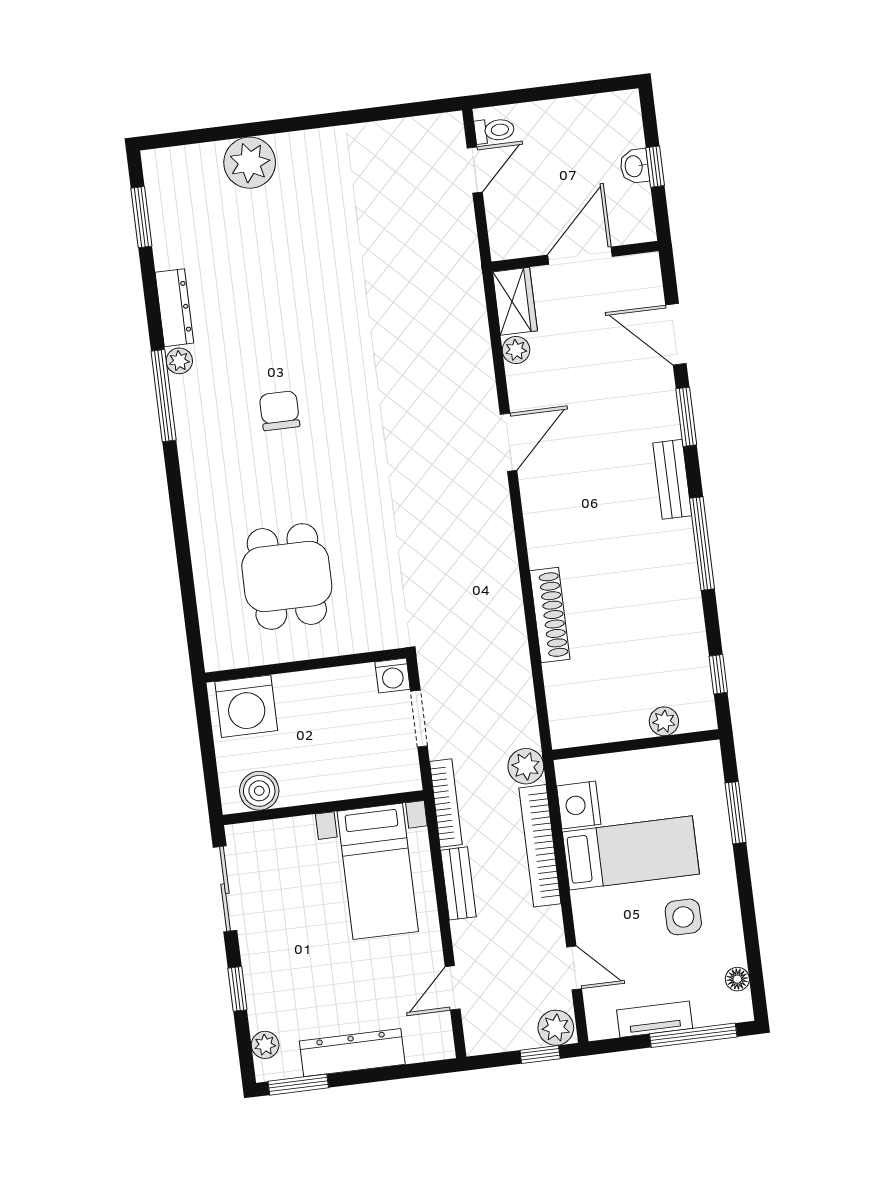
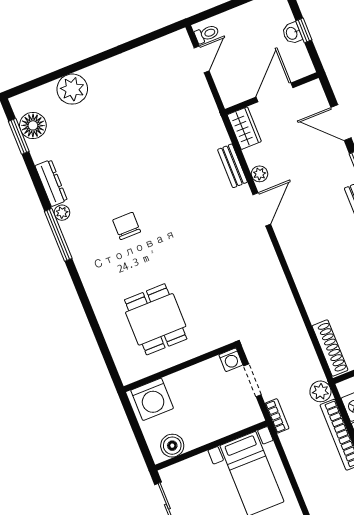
floor lamp: (169, 205) -> (33, 125), added
plant: (516, 350) -> (260, 174), moved
shoe rack: (550, 615) -> (330, 348), moved
bookcase: (446, 803) -> (277, 416), width x0.64
bench: (458, 883) -> (233, 166), moved

